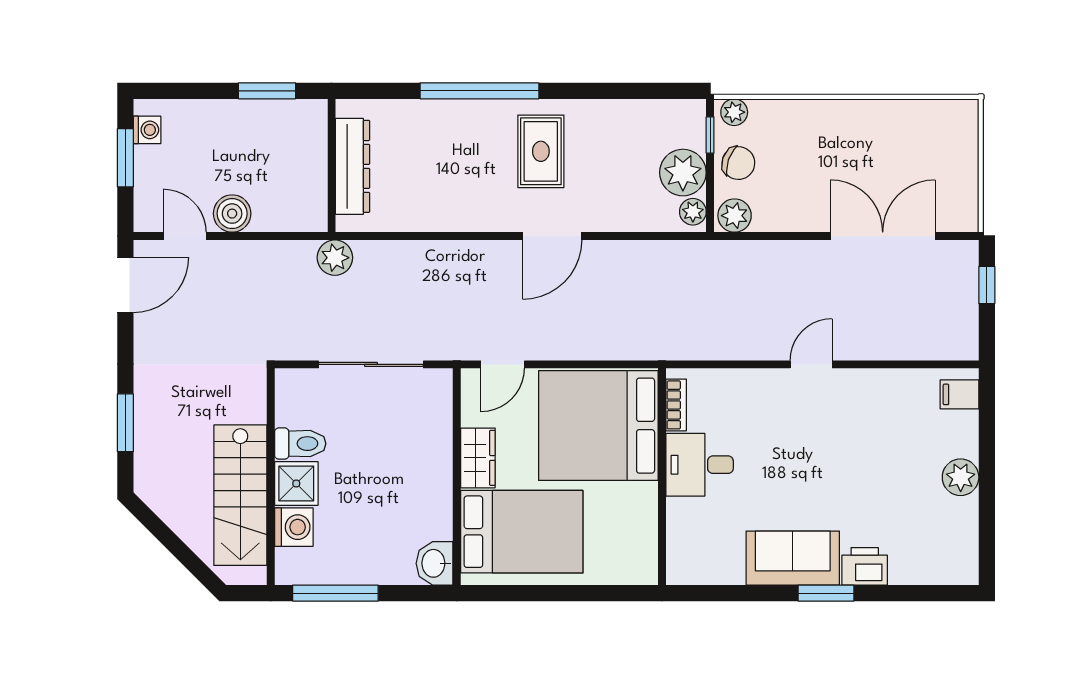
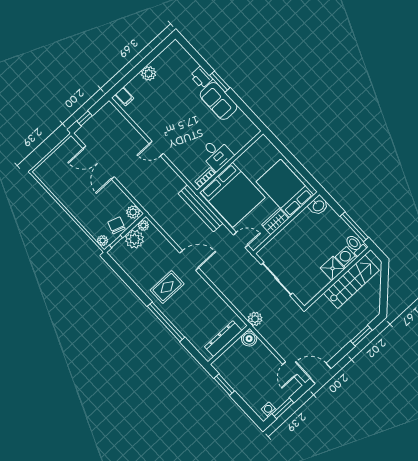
boiler: (232, 214) -> (249, 339), moved
bench: (628, 344) -> (201, 208), added
toilet: (300, 444) -> (355, 245), moved

